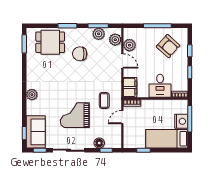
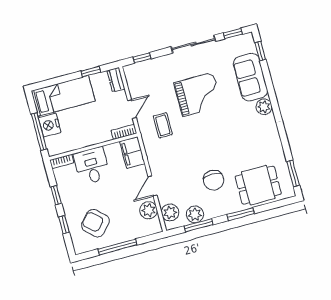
chair: (80, 54) -> (214, 180), turned 90
door: (122, 61) -> (153, 186), hinge flipped
sofa: (36, 132) -> (250, 77), moved
dresser: (128, 140) -> (116, 80), added
floor lamp: (99, 143) -> (154, 65), removed

